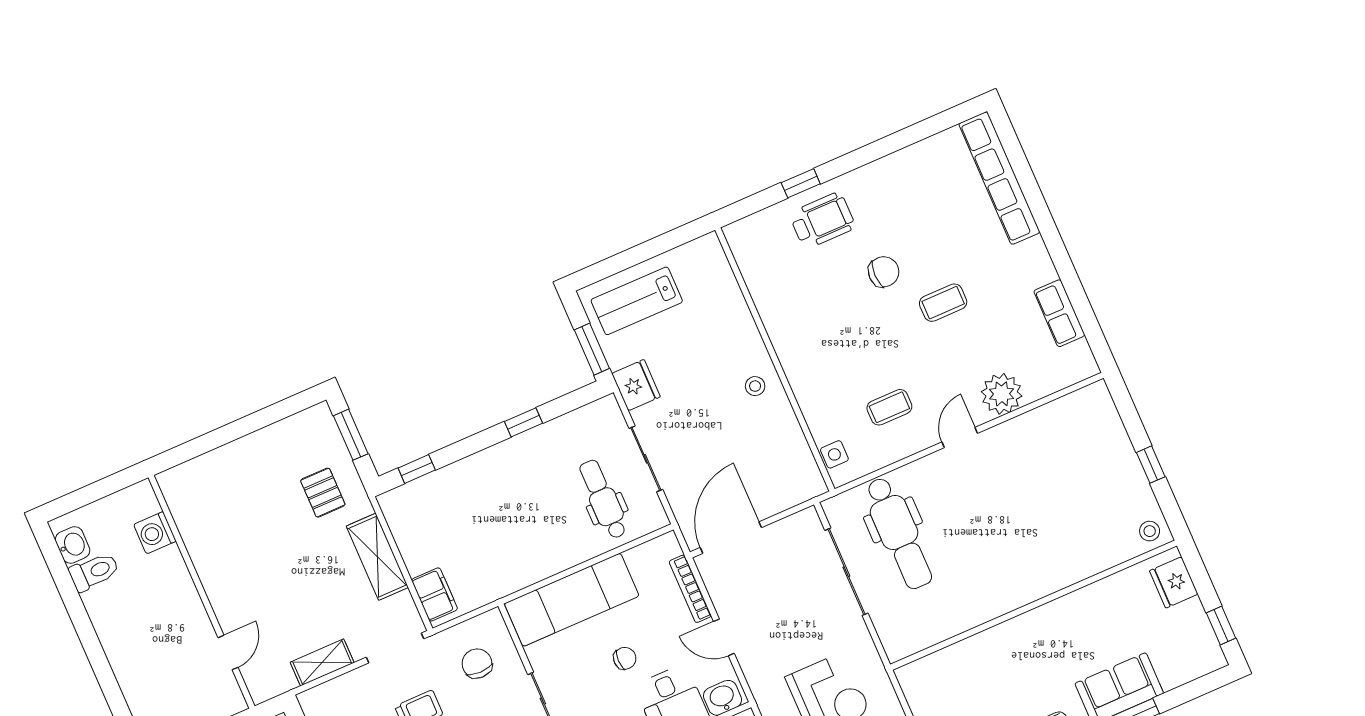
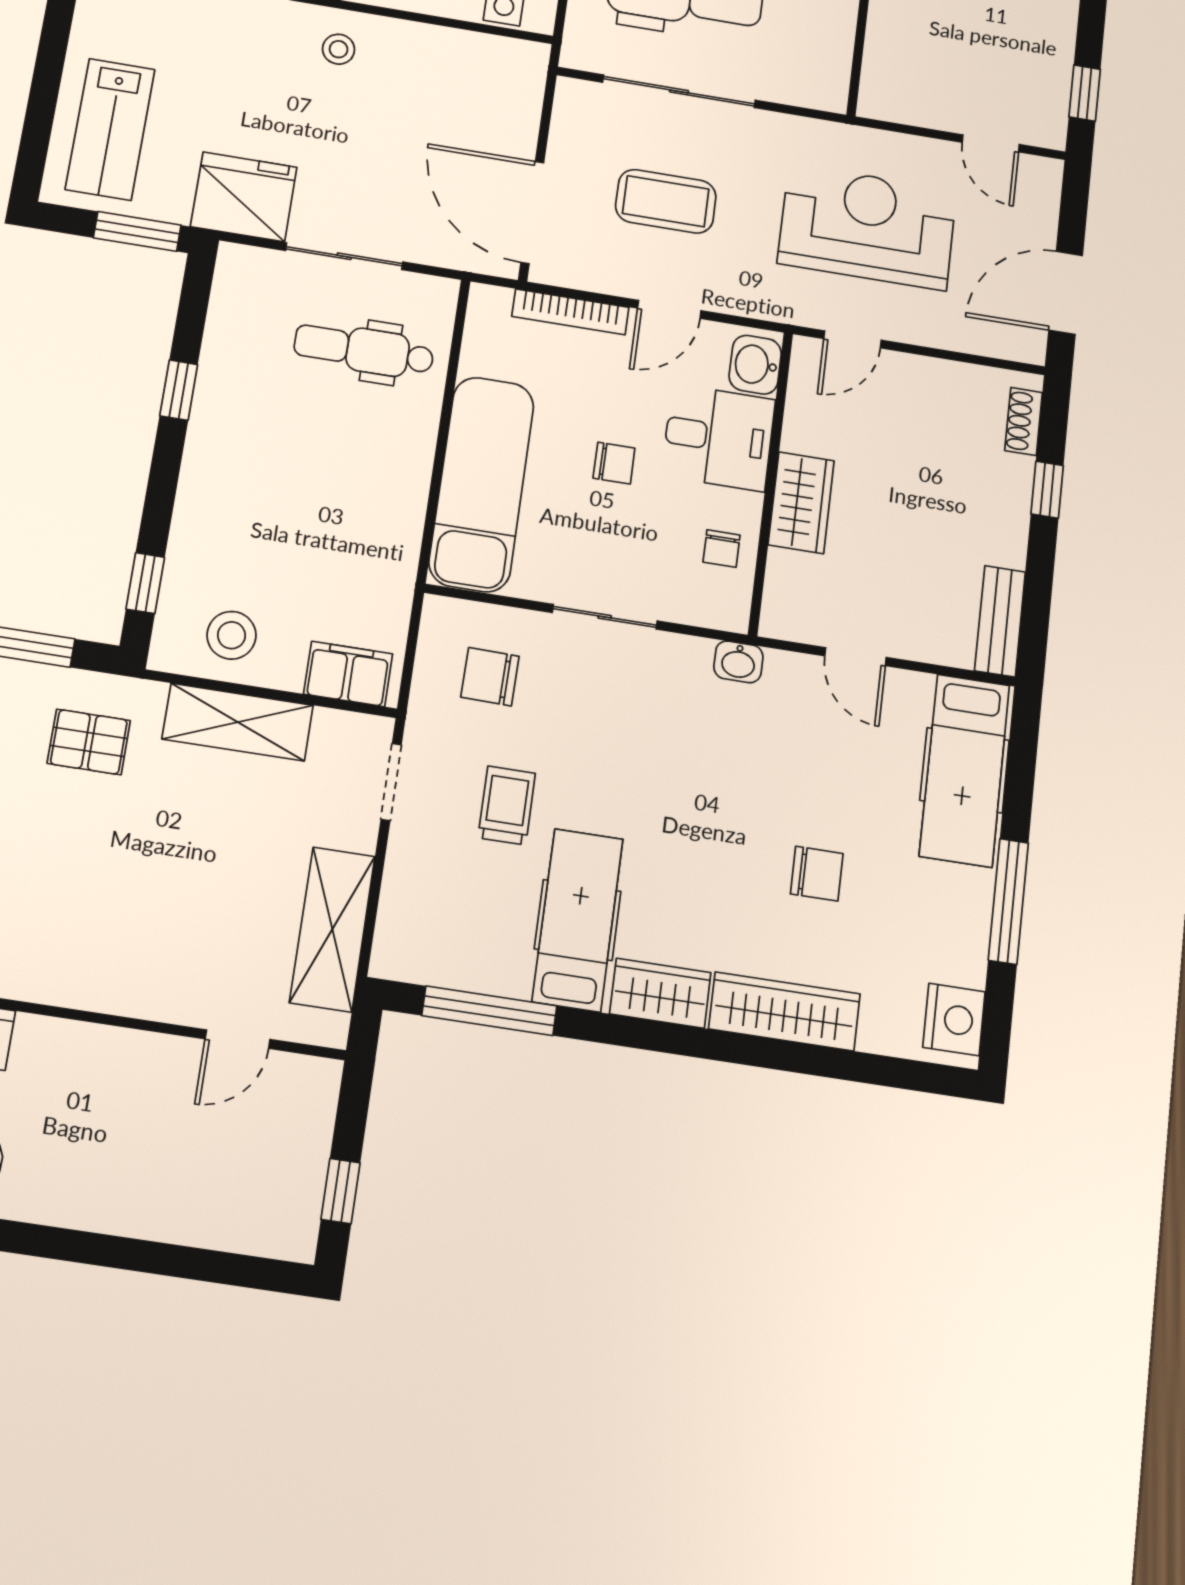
fridge: (636, 385) -> (244, 197), width x1.36, depth x1.34
stool: (418, 527) -> (232, 635), added
coffee table: (781, 601) -> (666, 201), added
doorway: (395, 648) -> (391, 782), width x0.73
door: (228, 652) -> (238, 1039), swing flipped
chair: (625, 658) -> (614, 463), turned 90
shelving: (322, 662) -> (332, 929), width x1.50, depth x1.33

